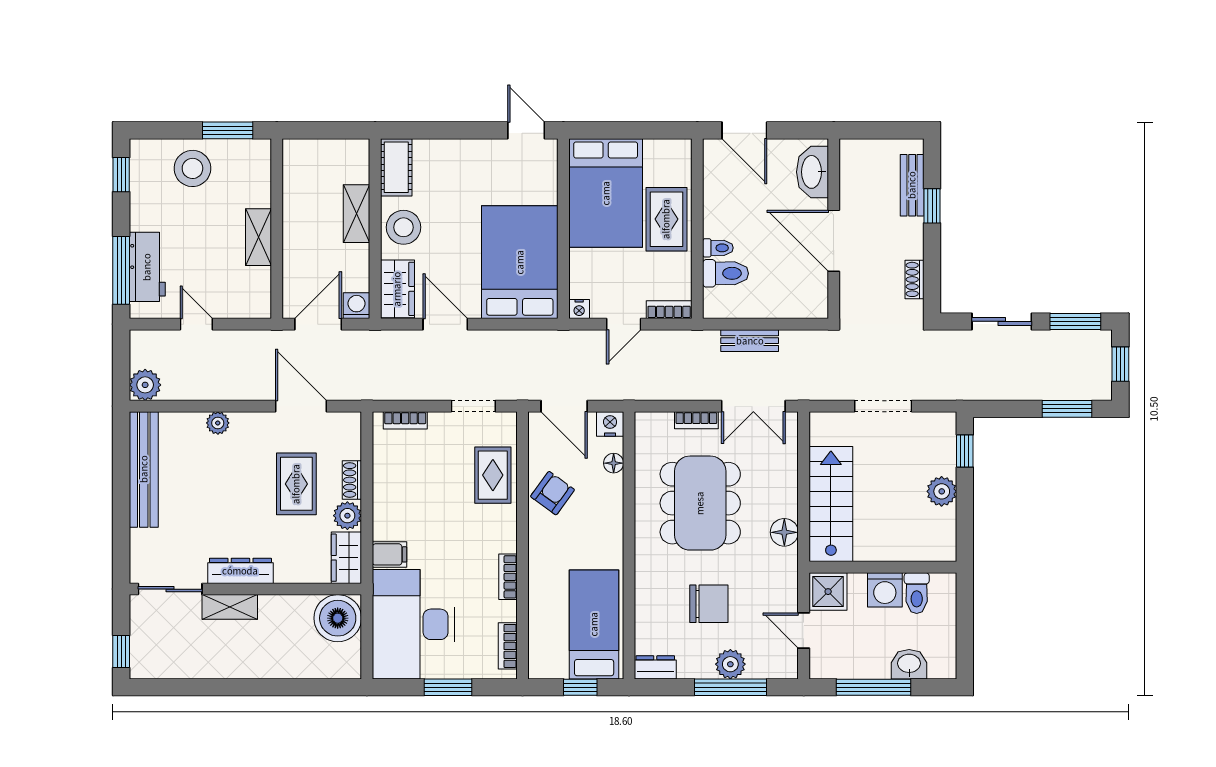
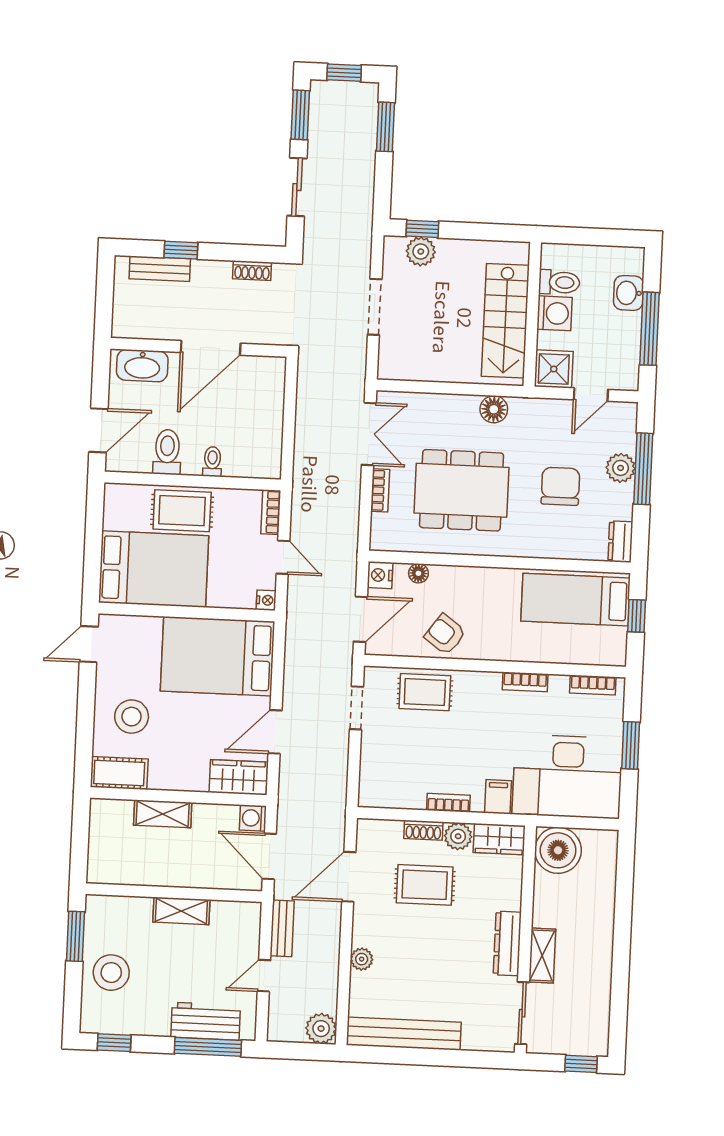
stool: (403, 227) -> (132, 717), moved
toilet: (726, 273) -> (167, 452), moved
bench: (750, 341) -> (282, 928), moved
bookcase: (405, 420) -> (448, 803), moved, turned -90
plant: (942, 491) -> (421, 251), moved
stairs: (831, 504) -> (505, 321), moved, turned -90

